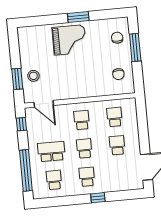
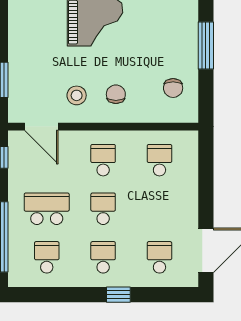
chair: (117, 38) -> (116, 94), moved
stool: (33, 76) -> (77, 95), moved
school desk: (117, 145) -> (159, 257), moved

